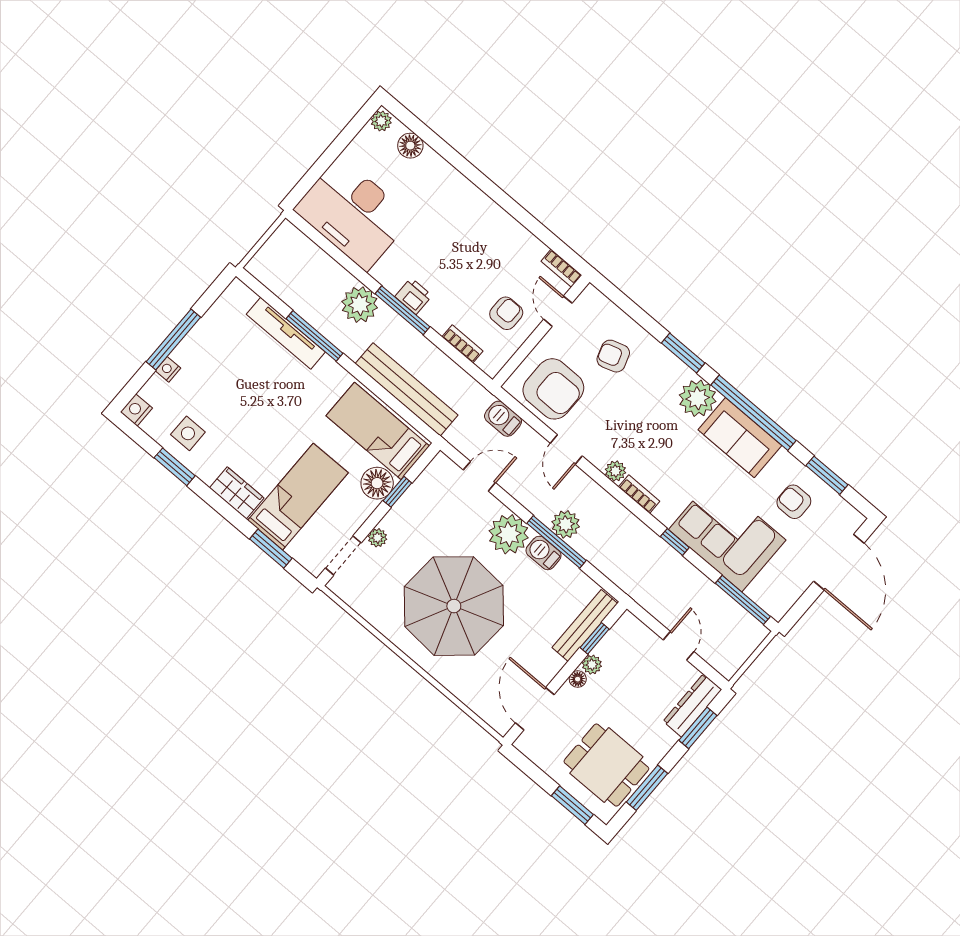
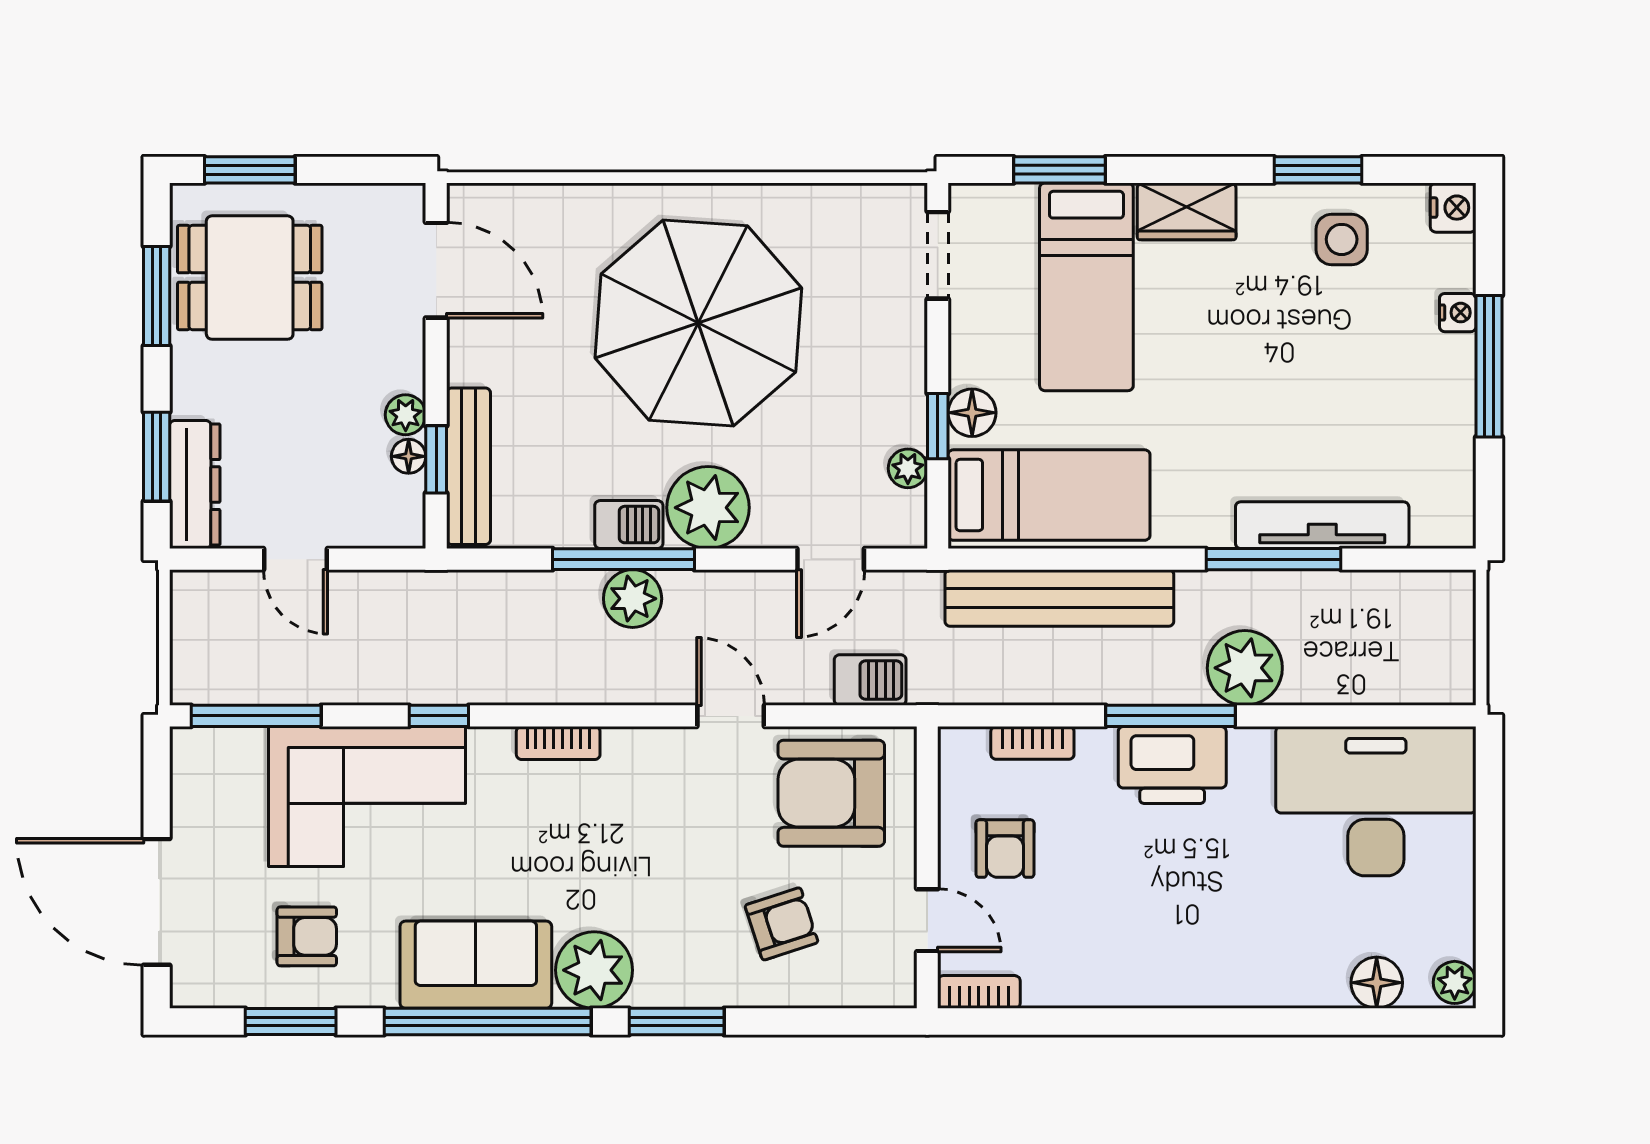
printer: (414, 296) -> (1172, 765), width x1.87, depth x1.48
plant: (615, 471) -> (625, 748), removed
floor lamp: (377, 483) -> (972, 413), width x0.73, depth x0.73
plant: (378, 538) -> (908, 468), moved
floor lamp: (578, 679) -> (409, 456), moved

